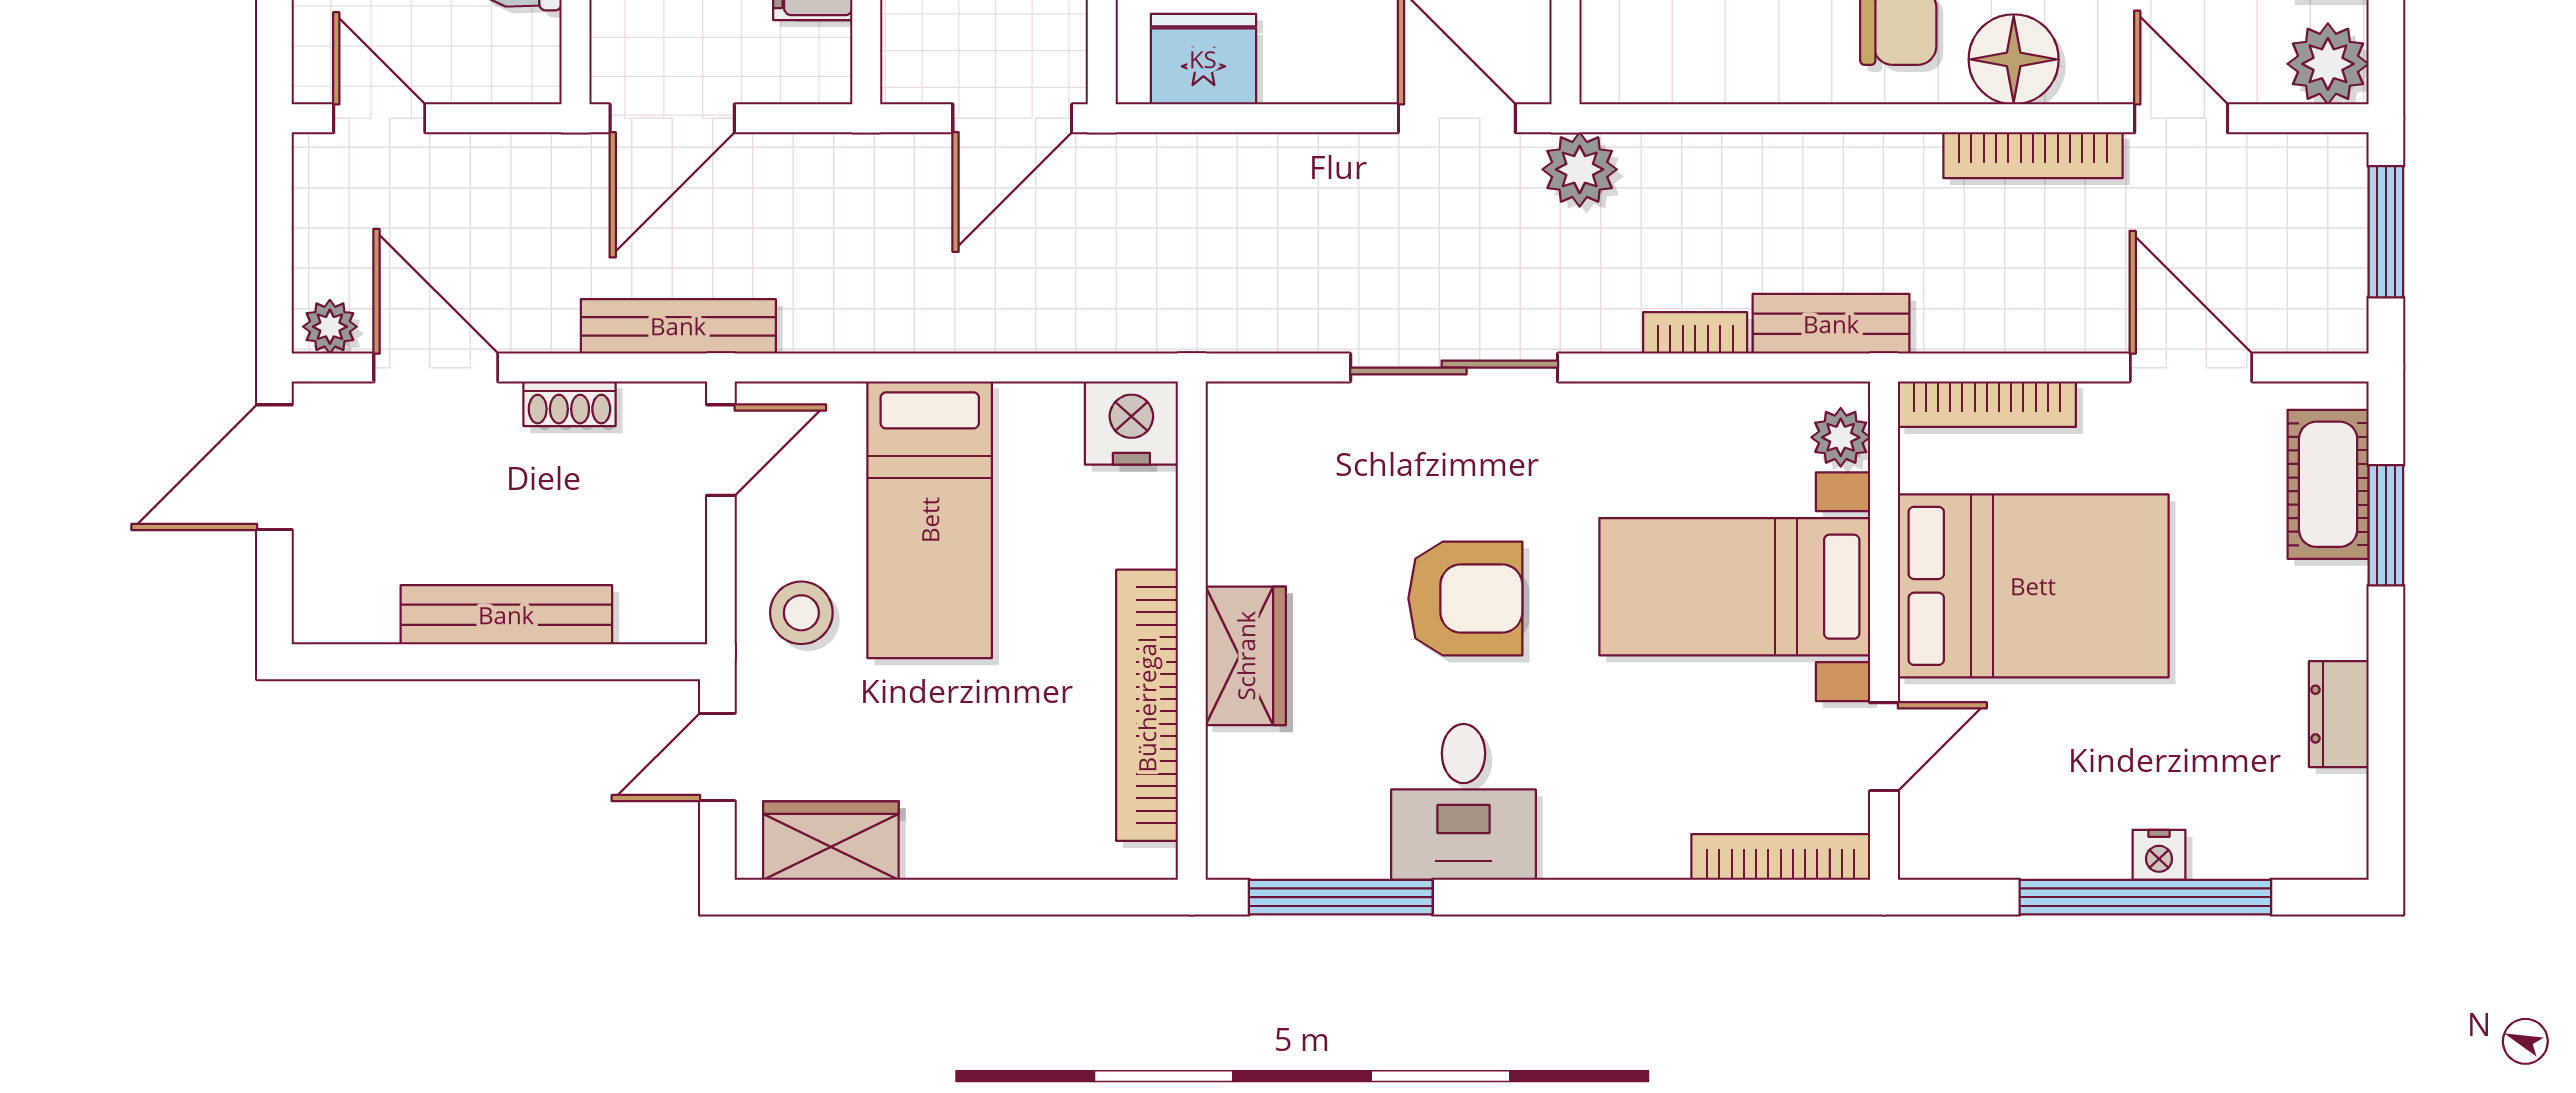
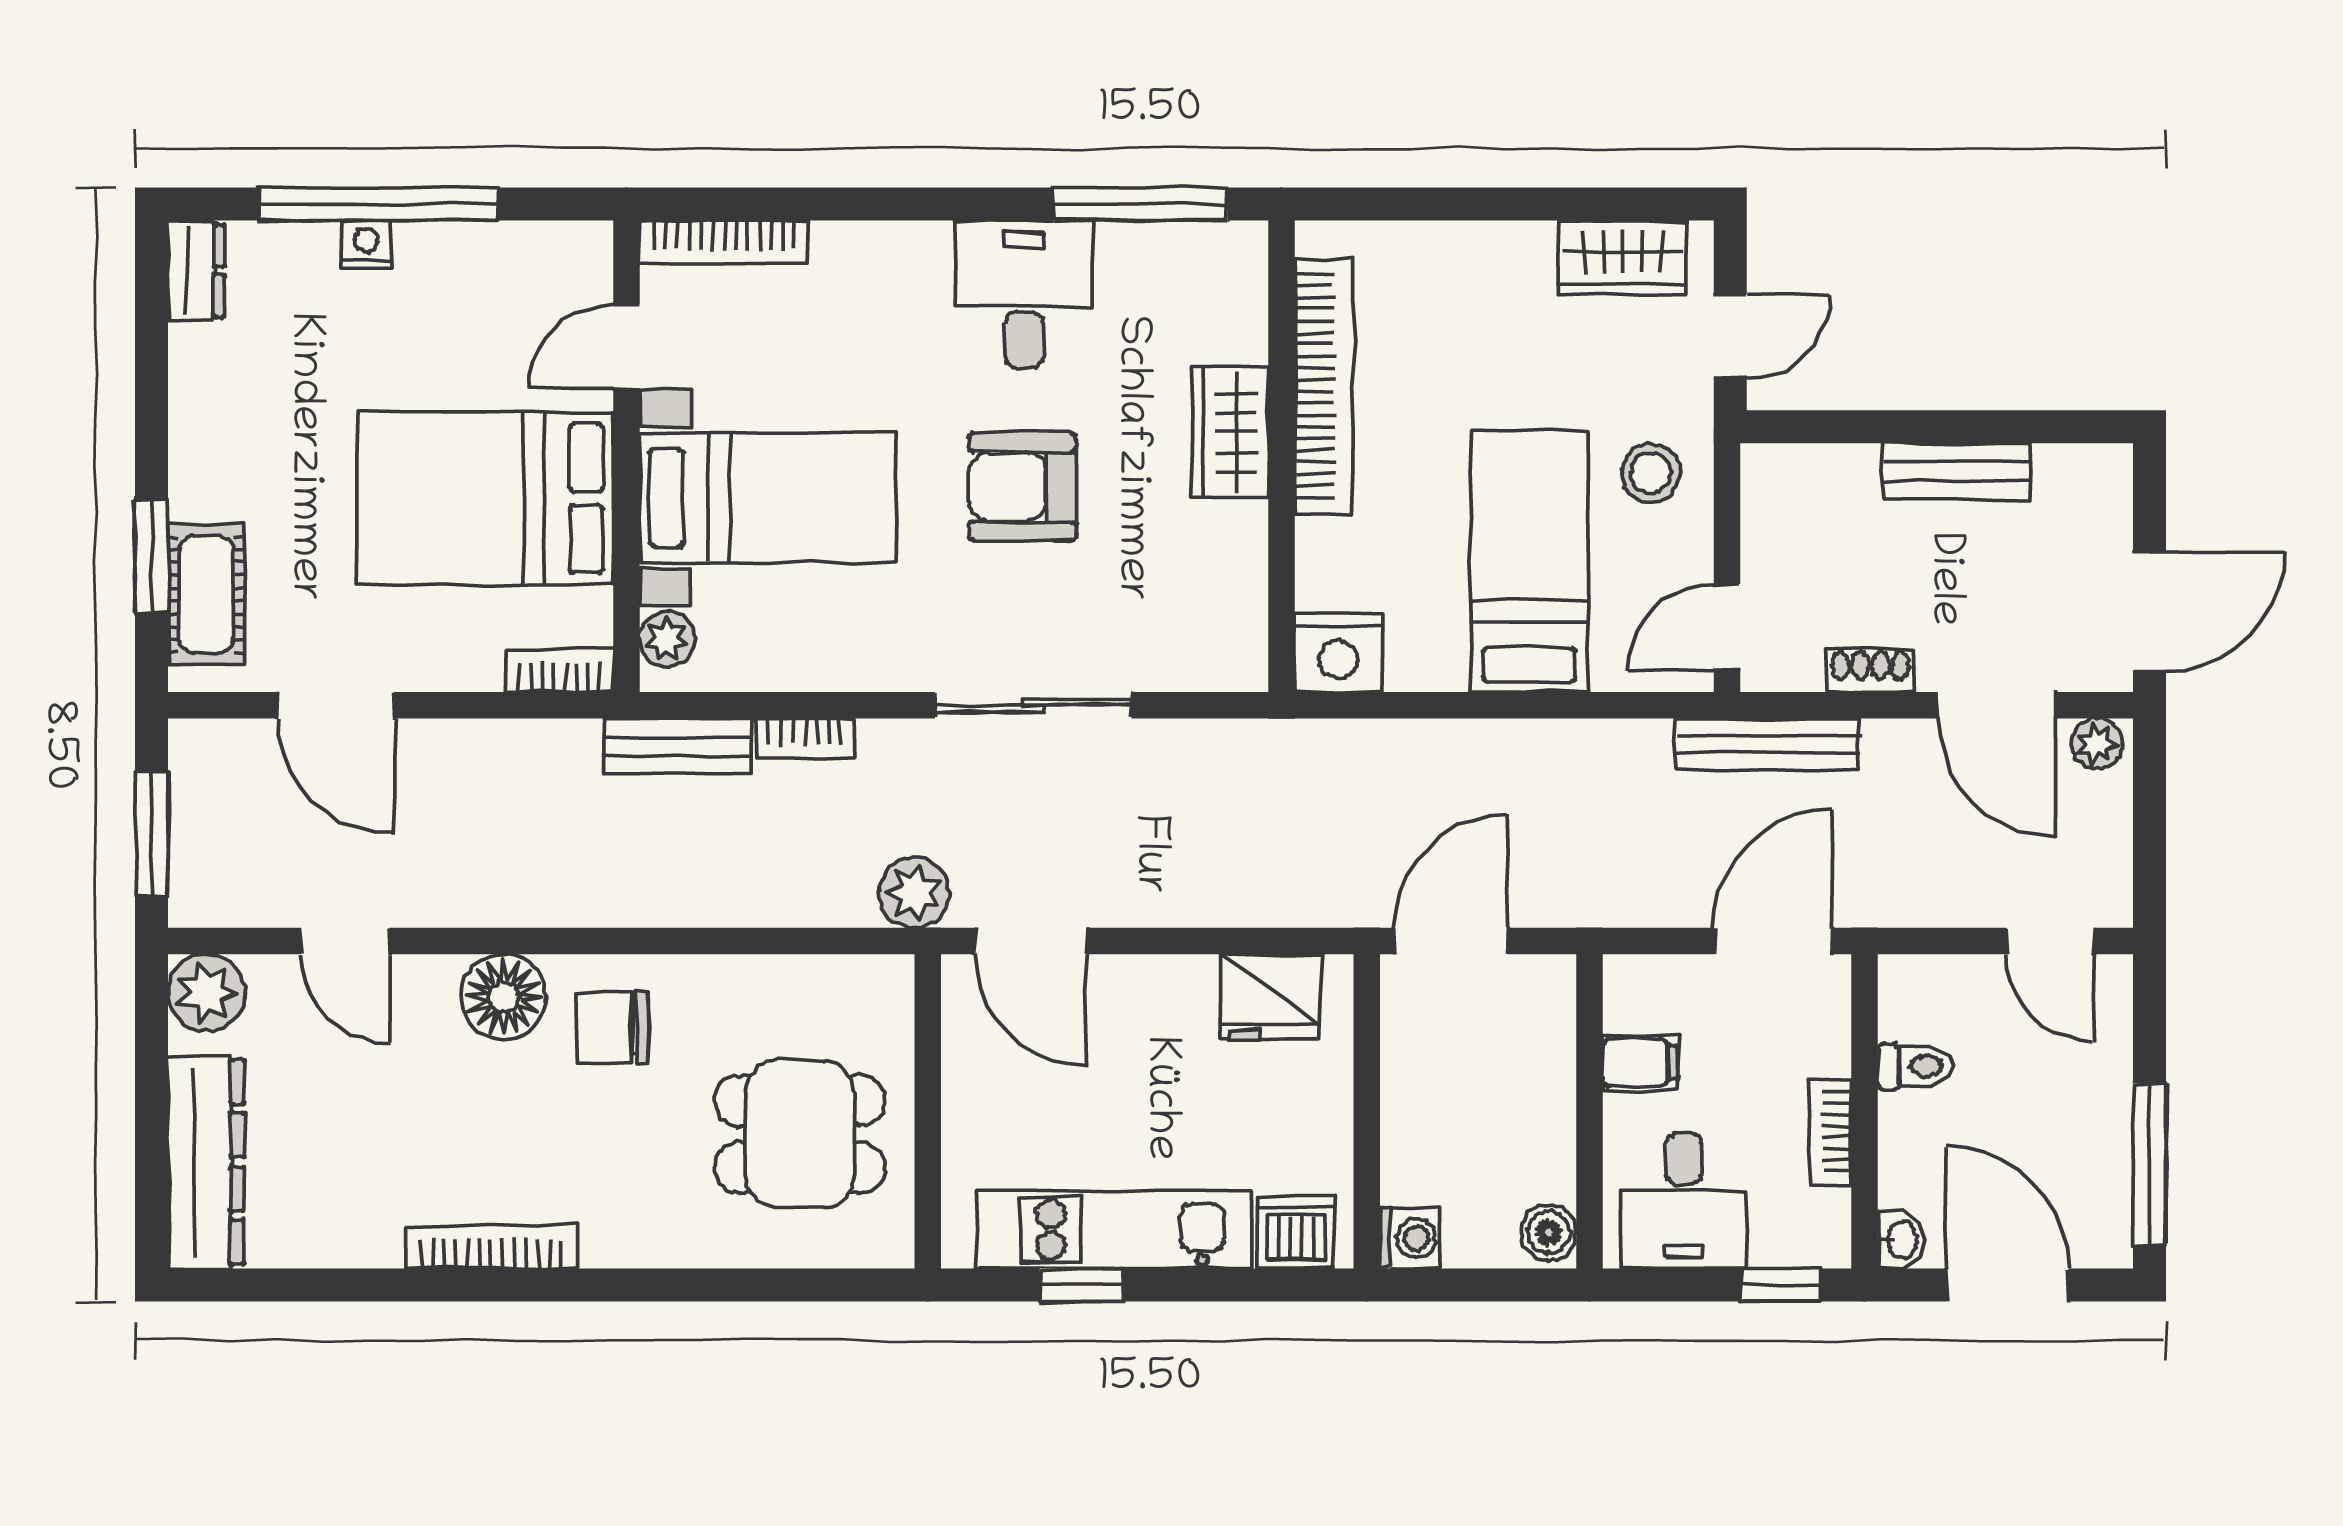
bookcase: (2033, 155) -> (485, 906), removed
bookcase: (1987, 404) -> (559, 671), width x0.64
bench: (506, 615) -> (1957, 471), width x0.73
dresser: (2339, 714) -> (196, 271), moved

